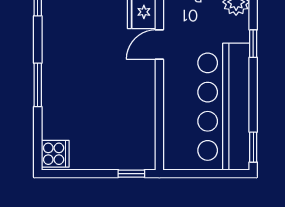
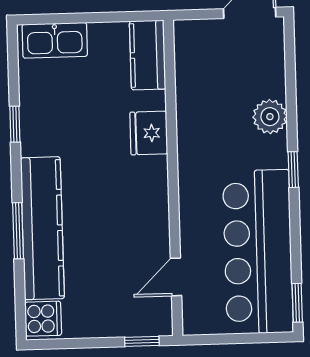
door: (159, 45) -> (176, 277), moved
kitchen counter: (57, 83) -> (42, 228), added

